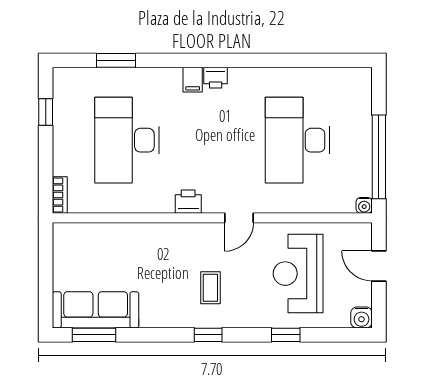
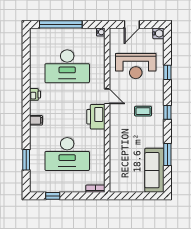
printer: (216, 78) -> (35, 94), moved
window: (379, 157) -> (61, 24), moved
printer: (188, 202) -> (96, 117), width x1.87, depth x1.48
window: (94, 335) -> (167, 154), moved

